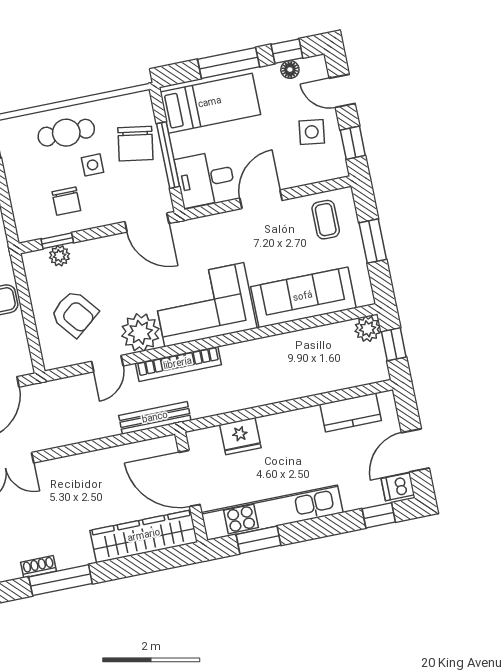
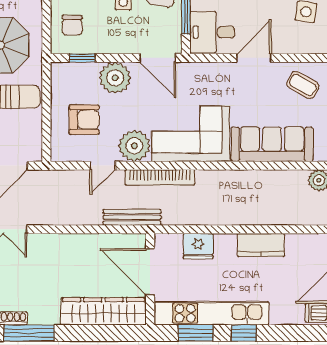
chair: (66, 201) -> (72, 25), moved
coffee table: (326, 220) -> (303, 85), turned -60
plant: (59, 256) -> (115, 78), moved, width x1.88, depth x1.88
armchair: (74, 314) -> (84, 120), turned -51
kitchen counter: (351, 412) -> (261, 245), moved
window: (379, 515) -> (244, 333), moved

